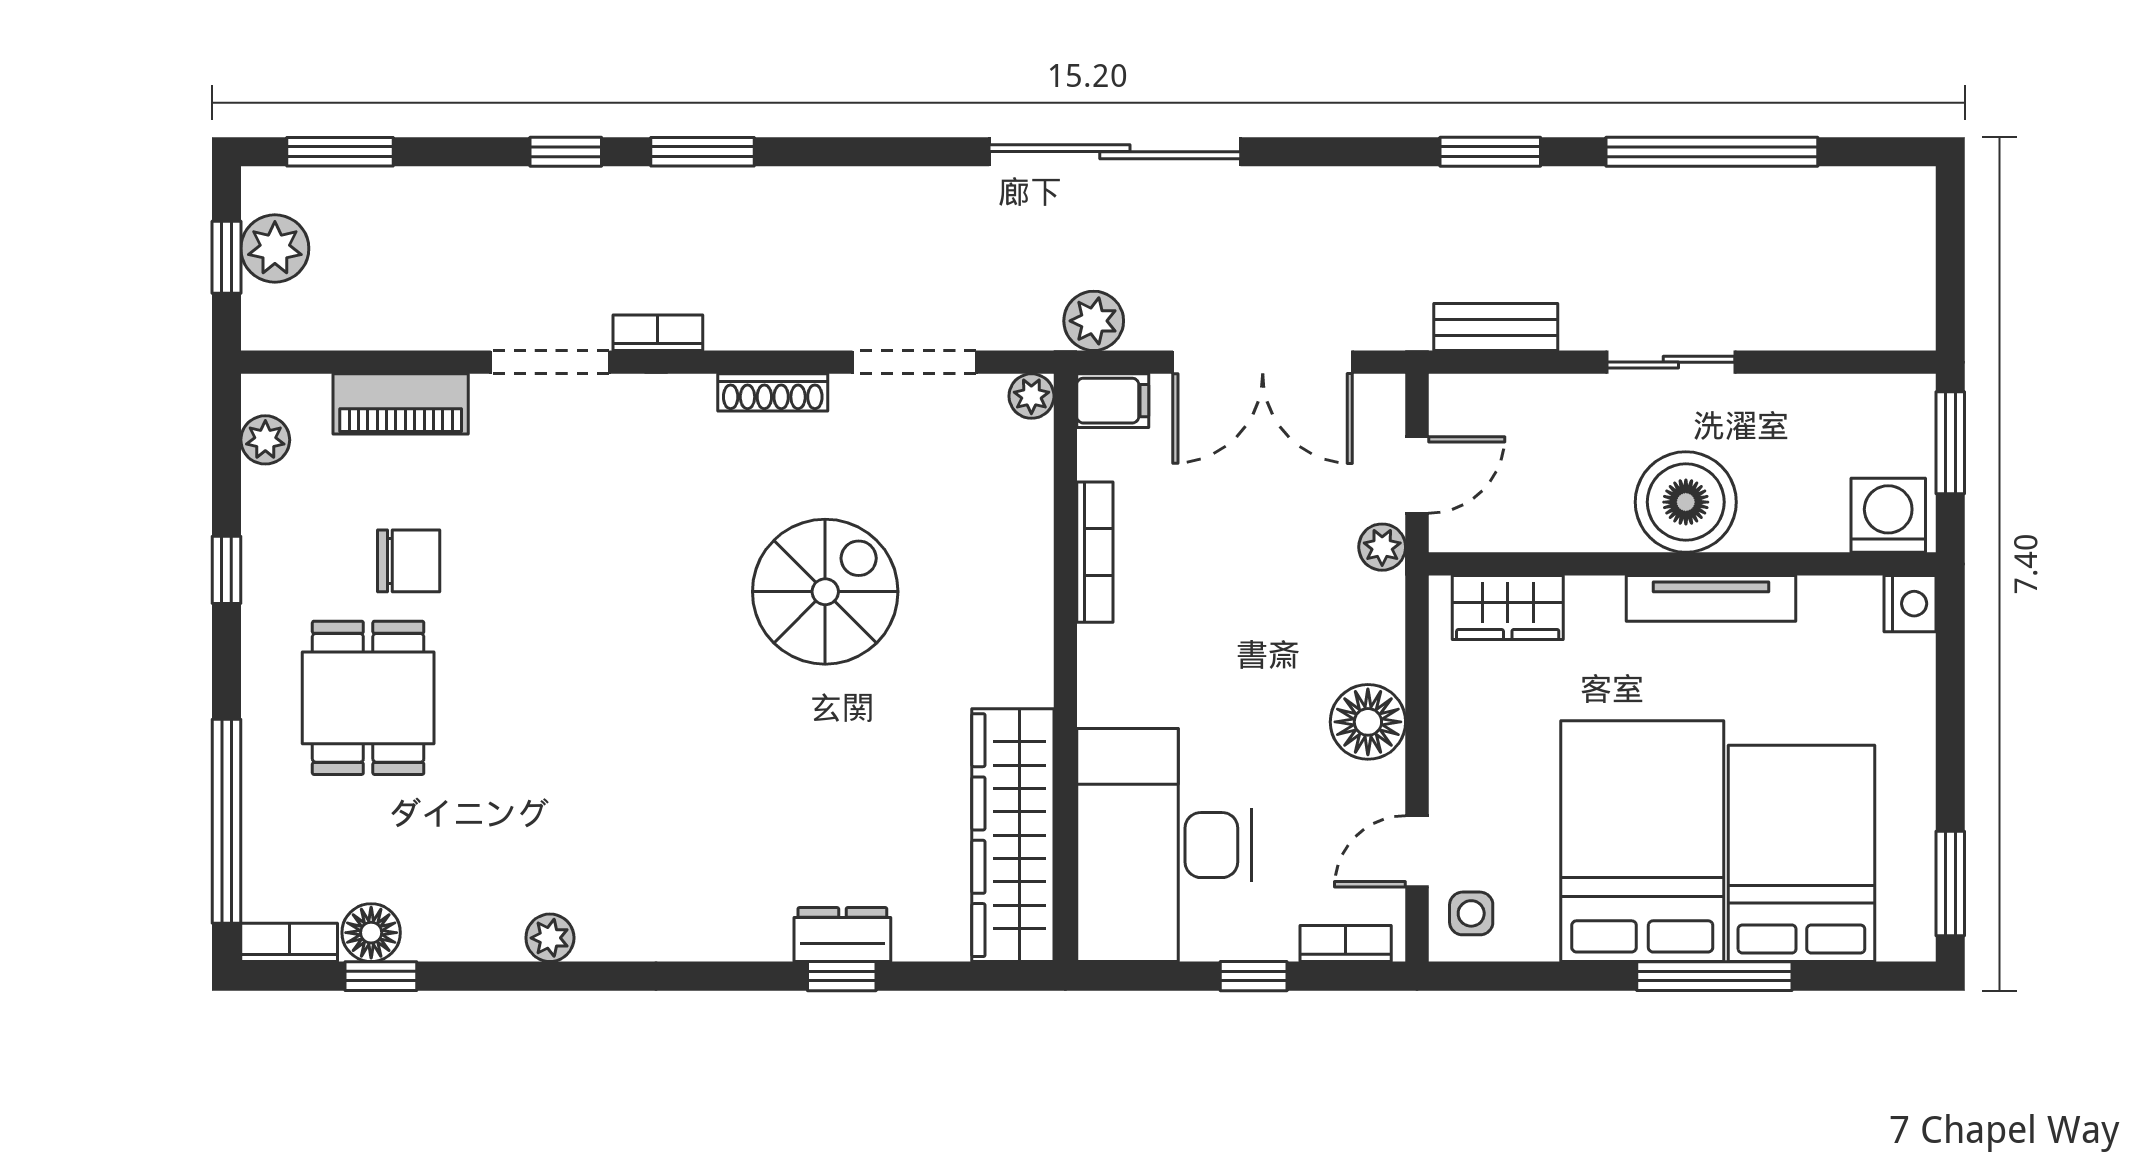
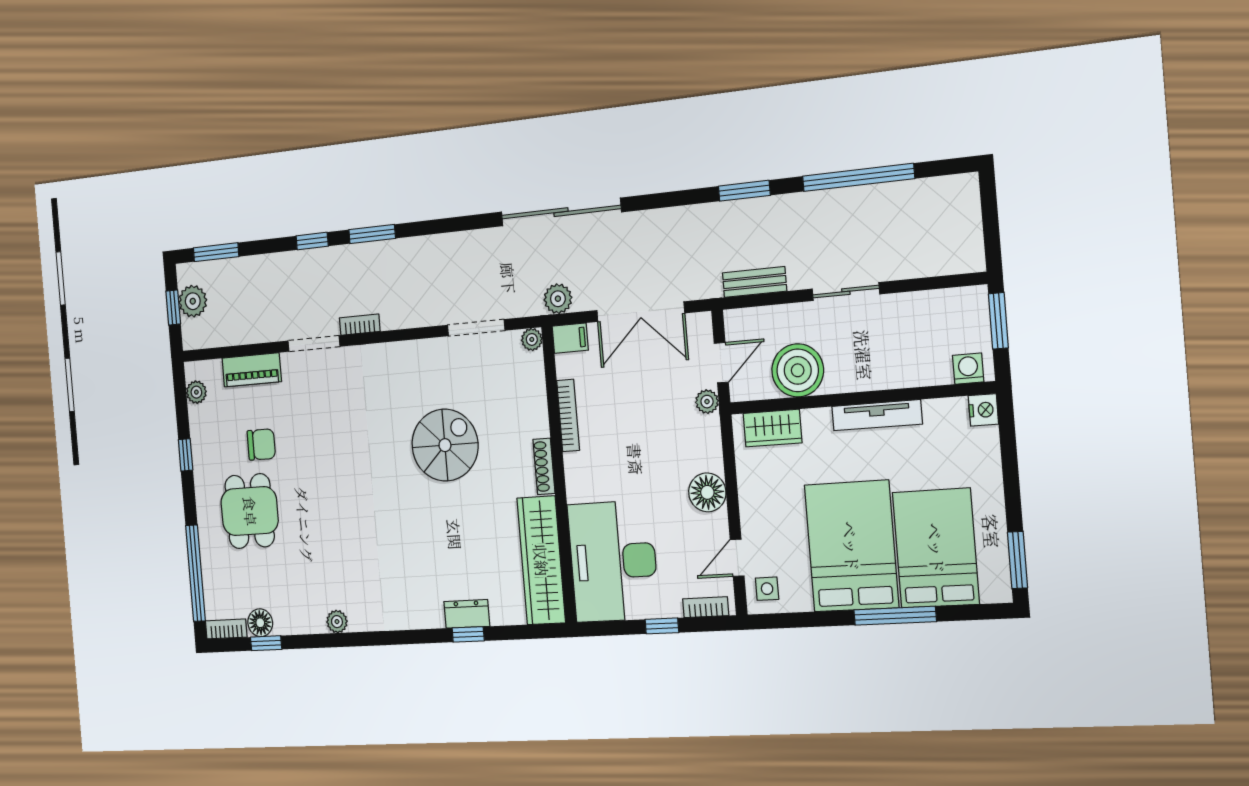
shoe rack: (773, 392) -> (544, 466), moved, turned 90
boiler: (1686, 502) -> (798, 370), moved
washing machine: (1888, 515) -> (968, 369), width x0.73, depth x0.73

